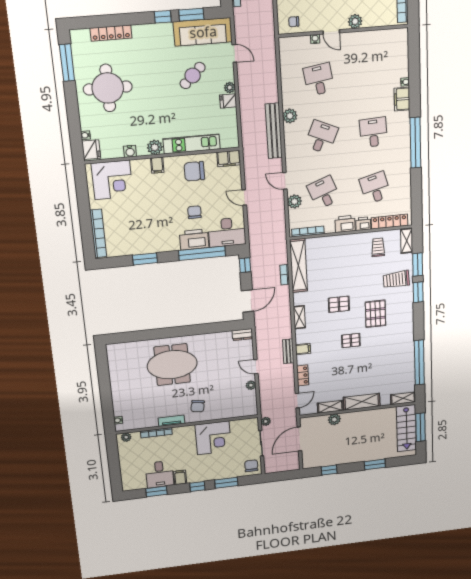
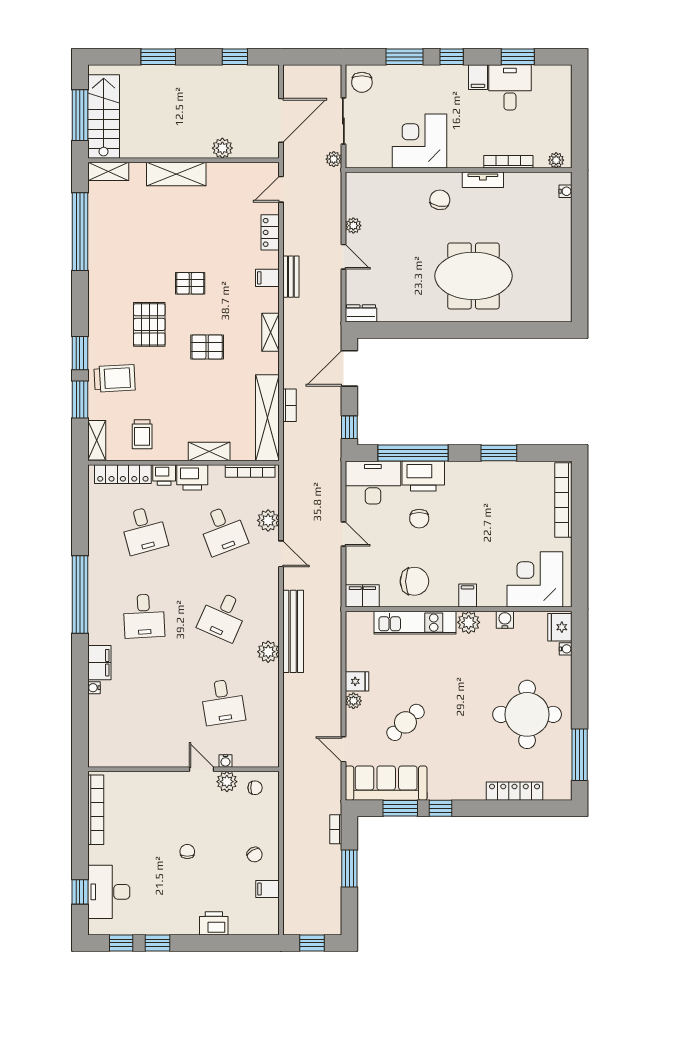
plant: (355, 21) -> (227, 782), moved
shelving: (330, 407) -> (209, 452), moved

